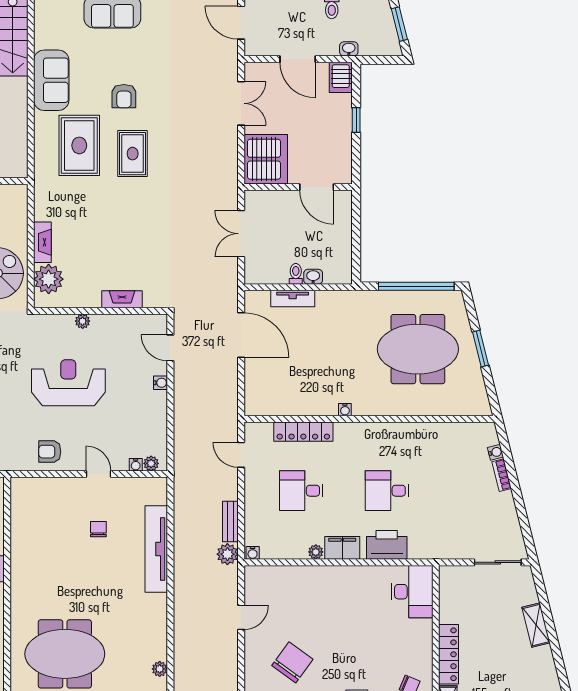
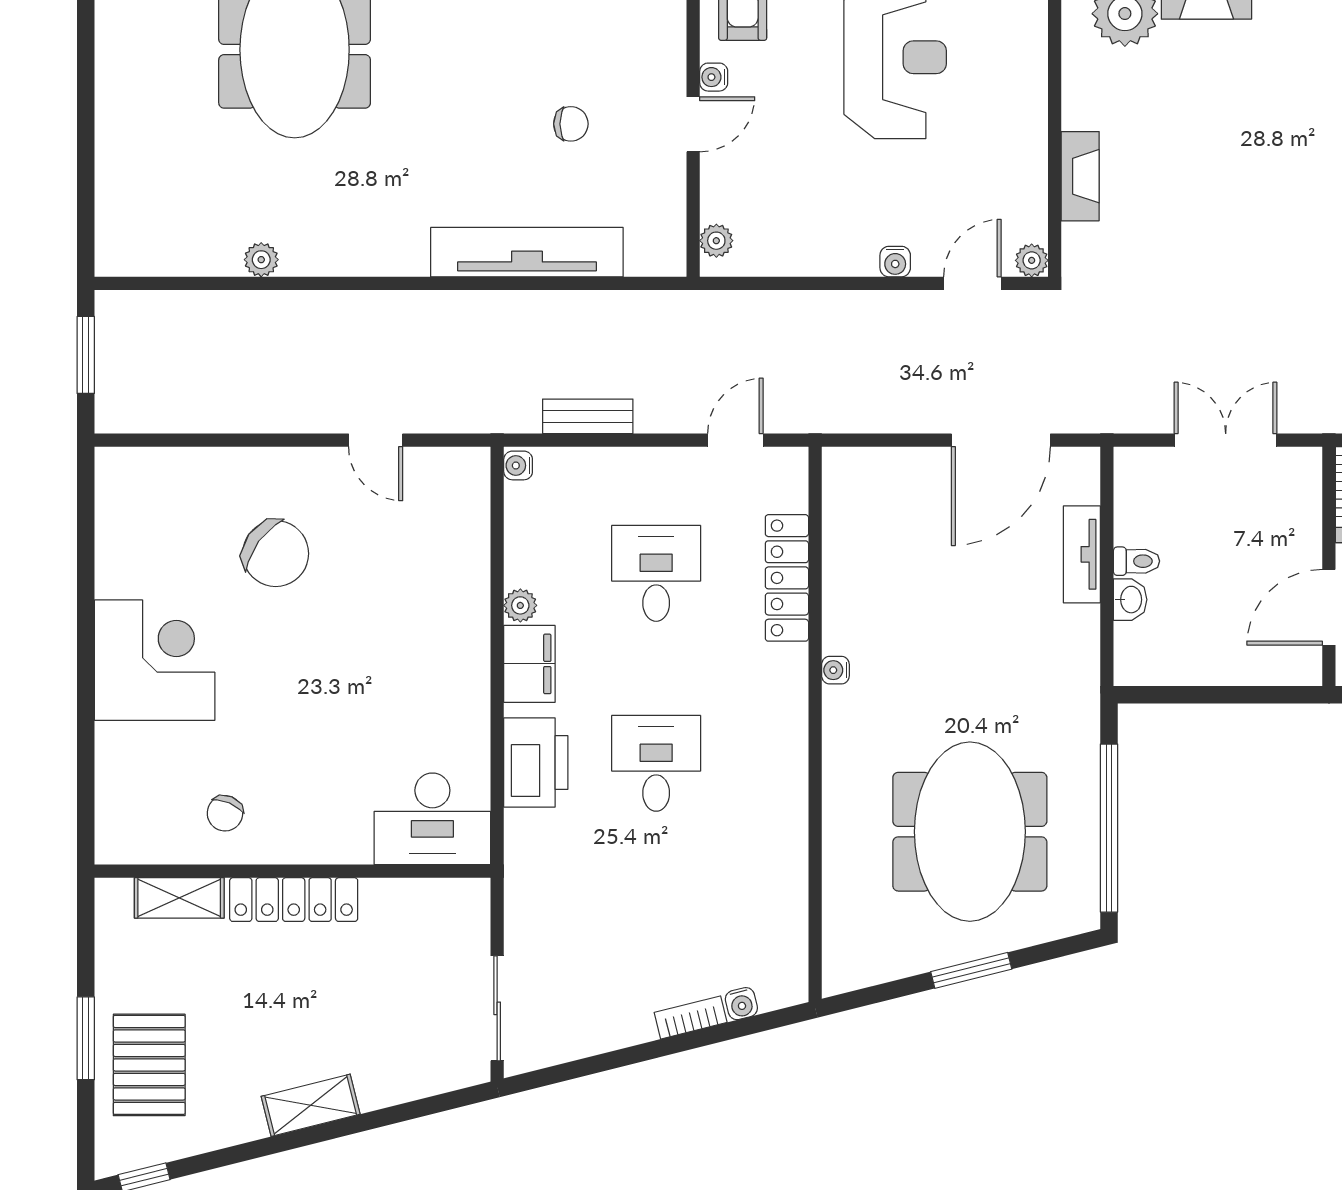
plant: (83, 321) -> (1032, 260), moved
water cooler: (136, 465) -> (714, 77), moved
plant: (227, 554) -> (515, 410), removed
shelving: (536, 625) -> (311, 1105), moved

